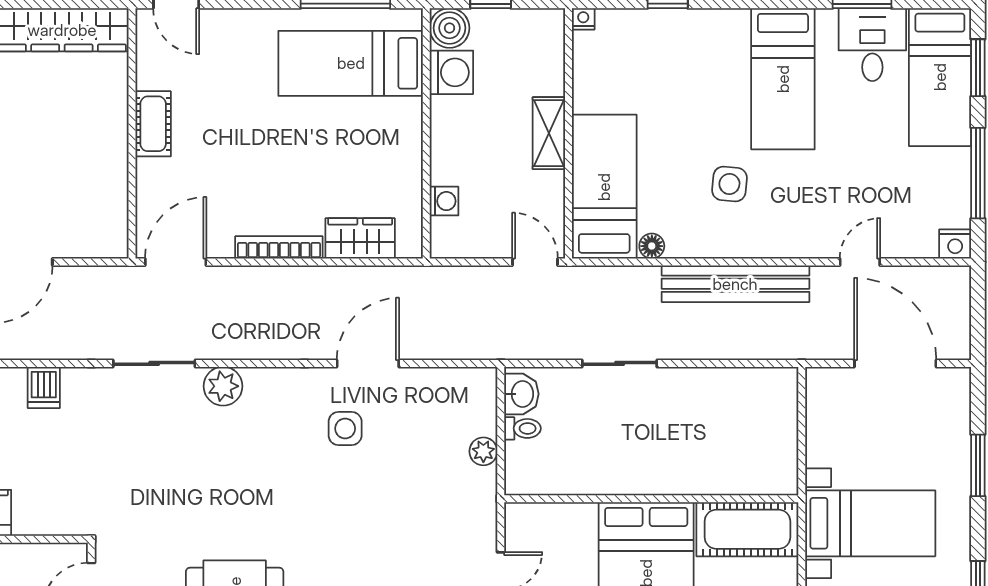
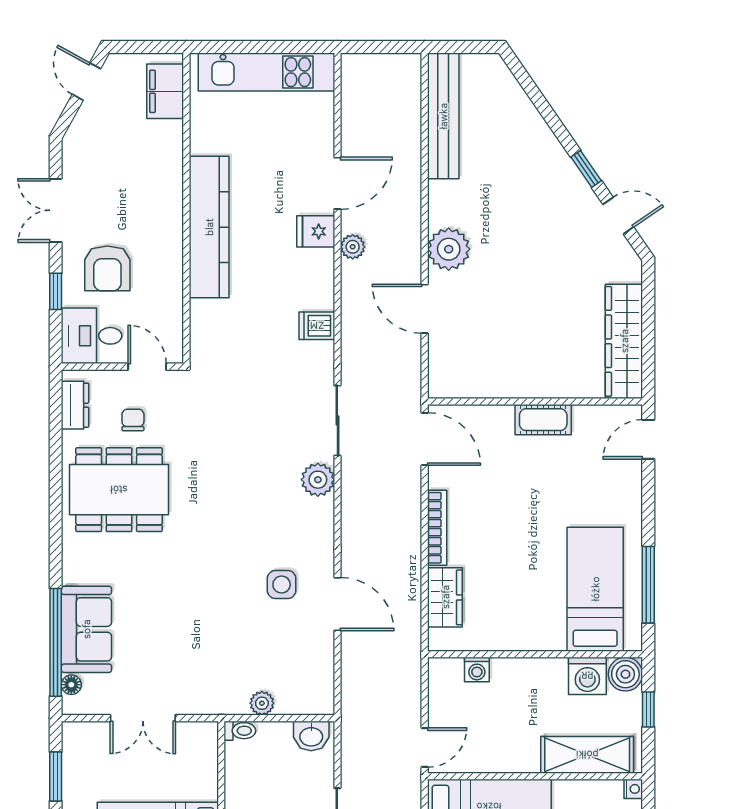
shelving: (549, 133) -> (587, 755), moved, width x1.50, depth x1.33
toilet: (522, 428) -> (240, 731), moved, turned -90

